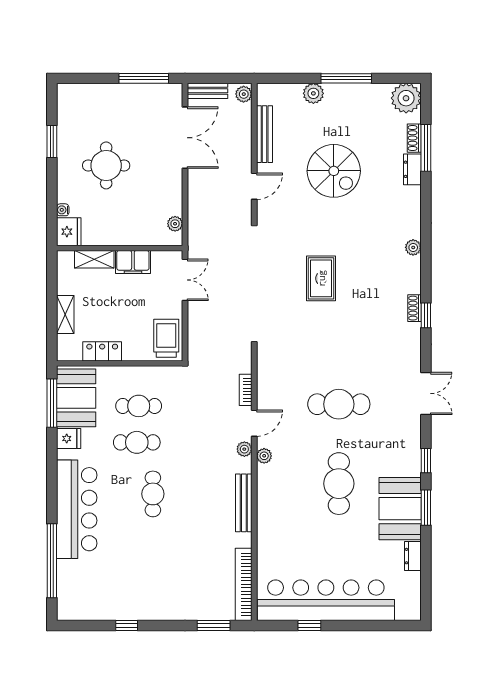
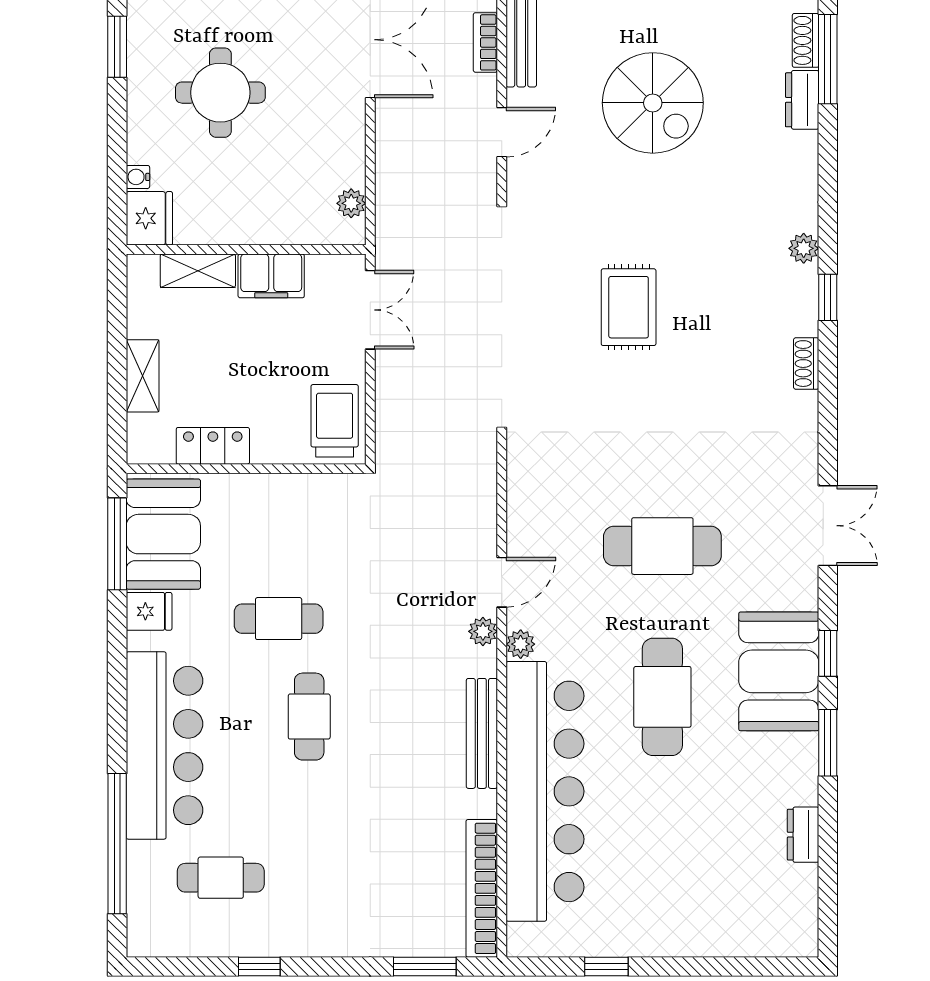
window: (426, 315) -> (828, 297), moved
bookcase: (246, 390) -> (485, 42), moved
cafe table: (139, 406) -> (221, 878), moved
booth: (400, 509) -> (779, 671), moved
bar counter: (326, 600) -> (545, 791), moved, turned 90

